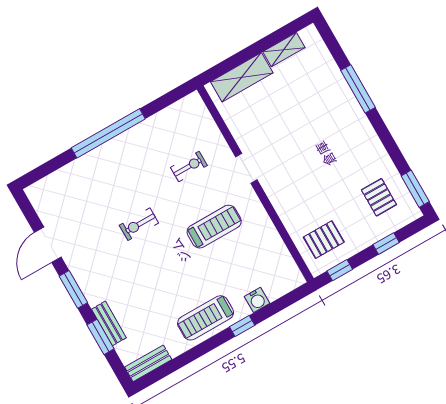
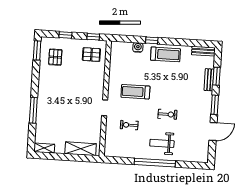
shelving: (284, 50) -> (44, 148), moved
weight bench: (117, 172) -> (162, 143), added

